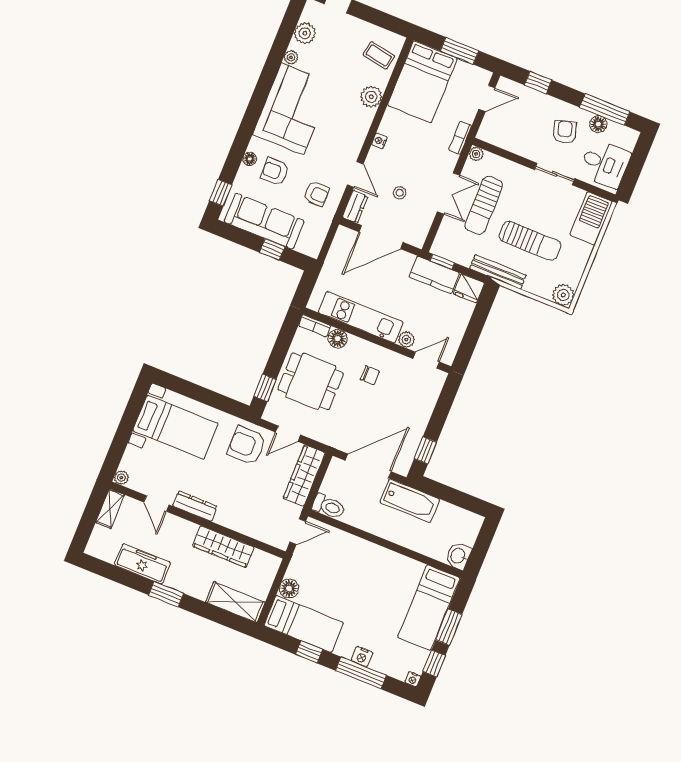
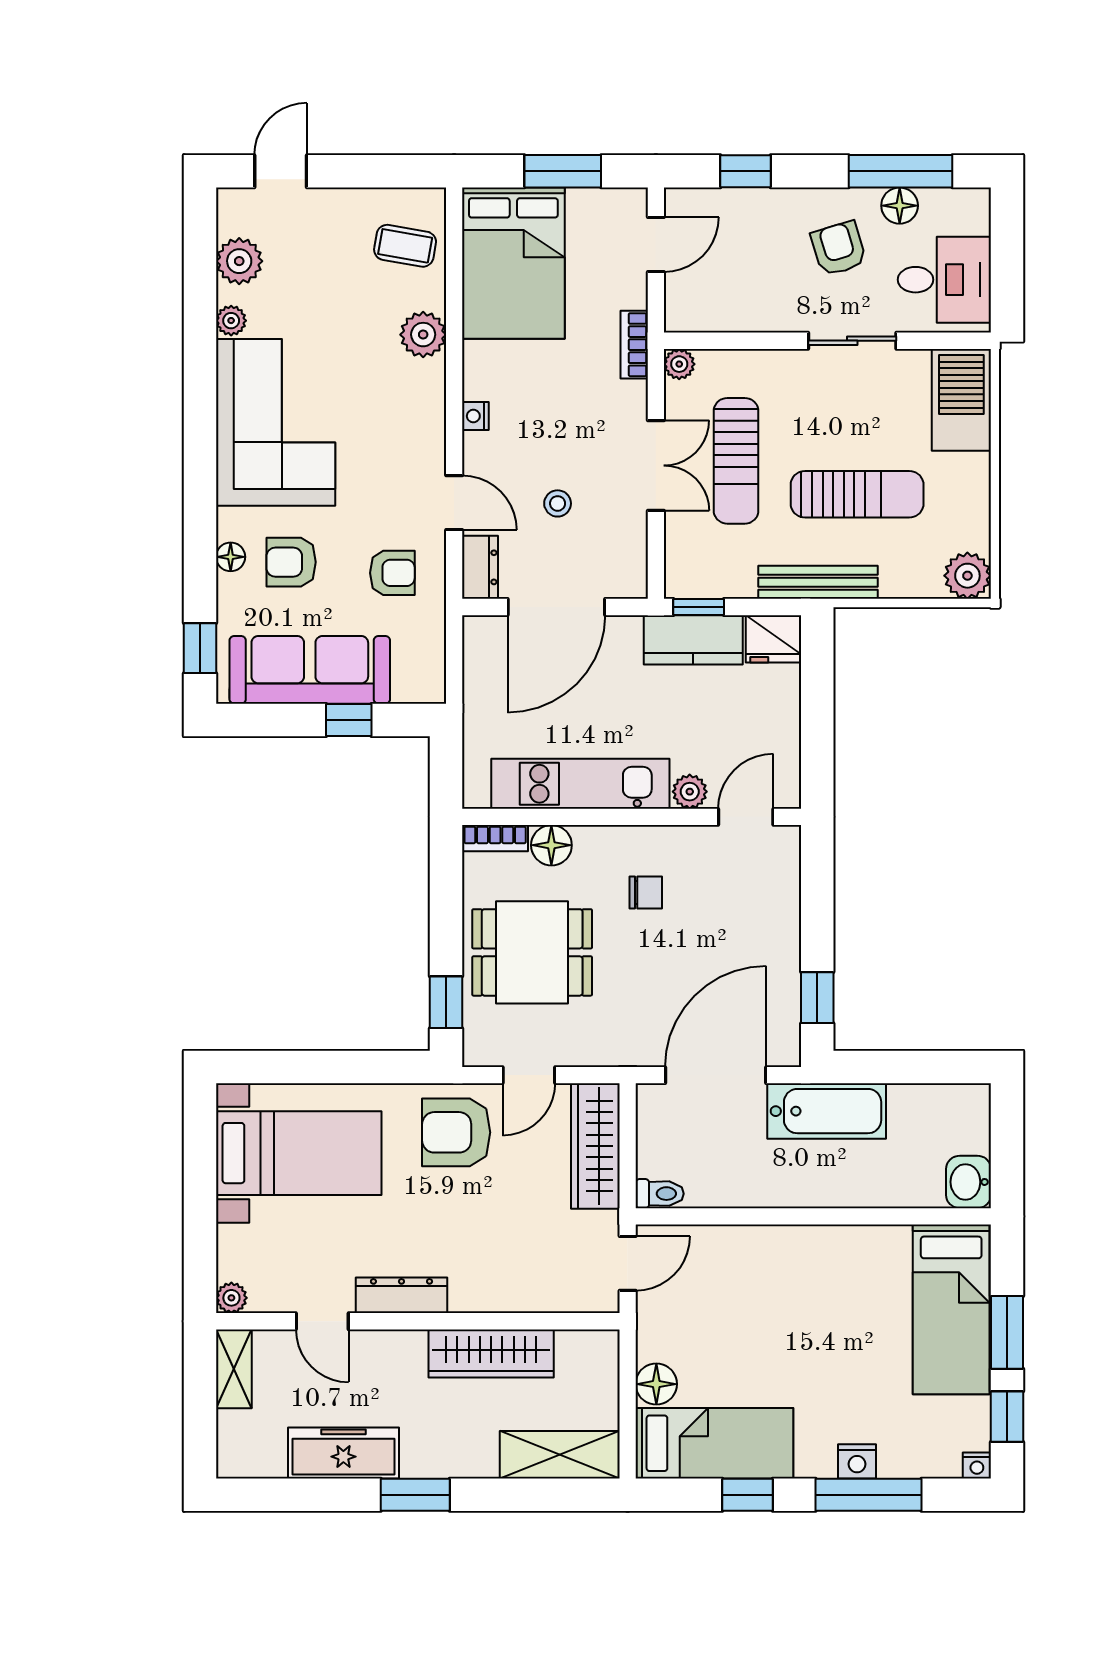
toilet: (329, 506) -> (660, 1194), width x0.73, depth x0.72

